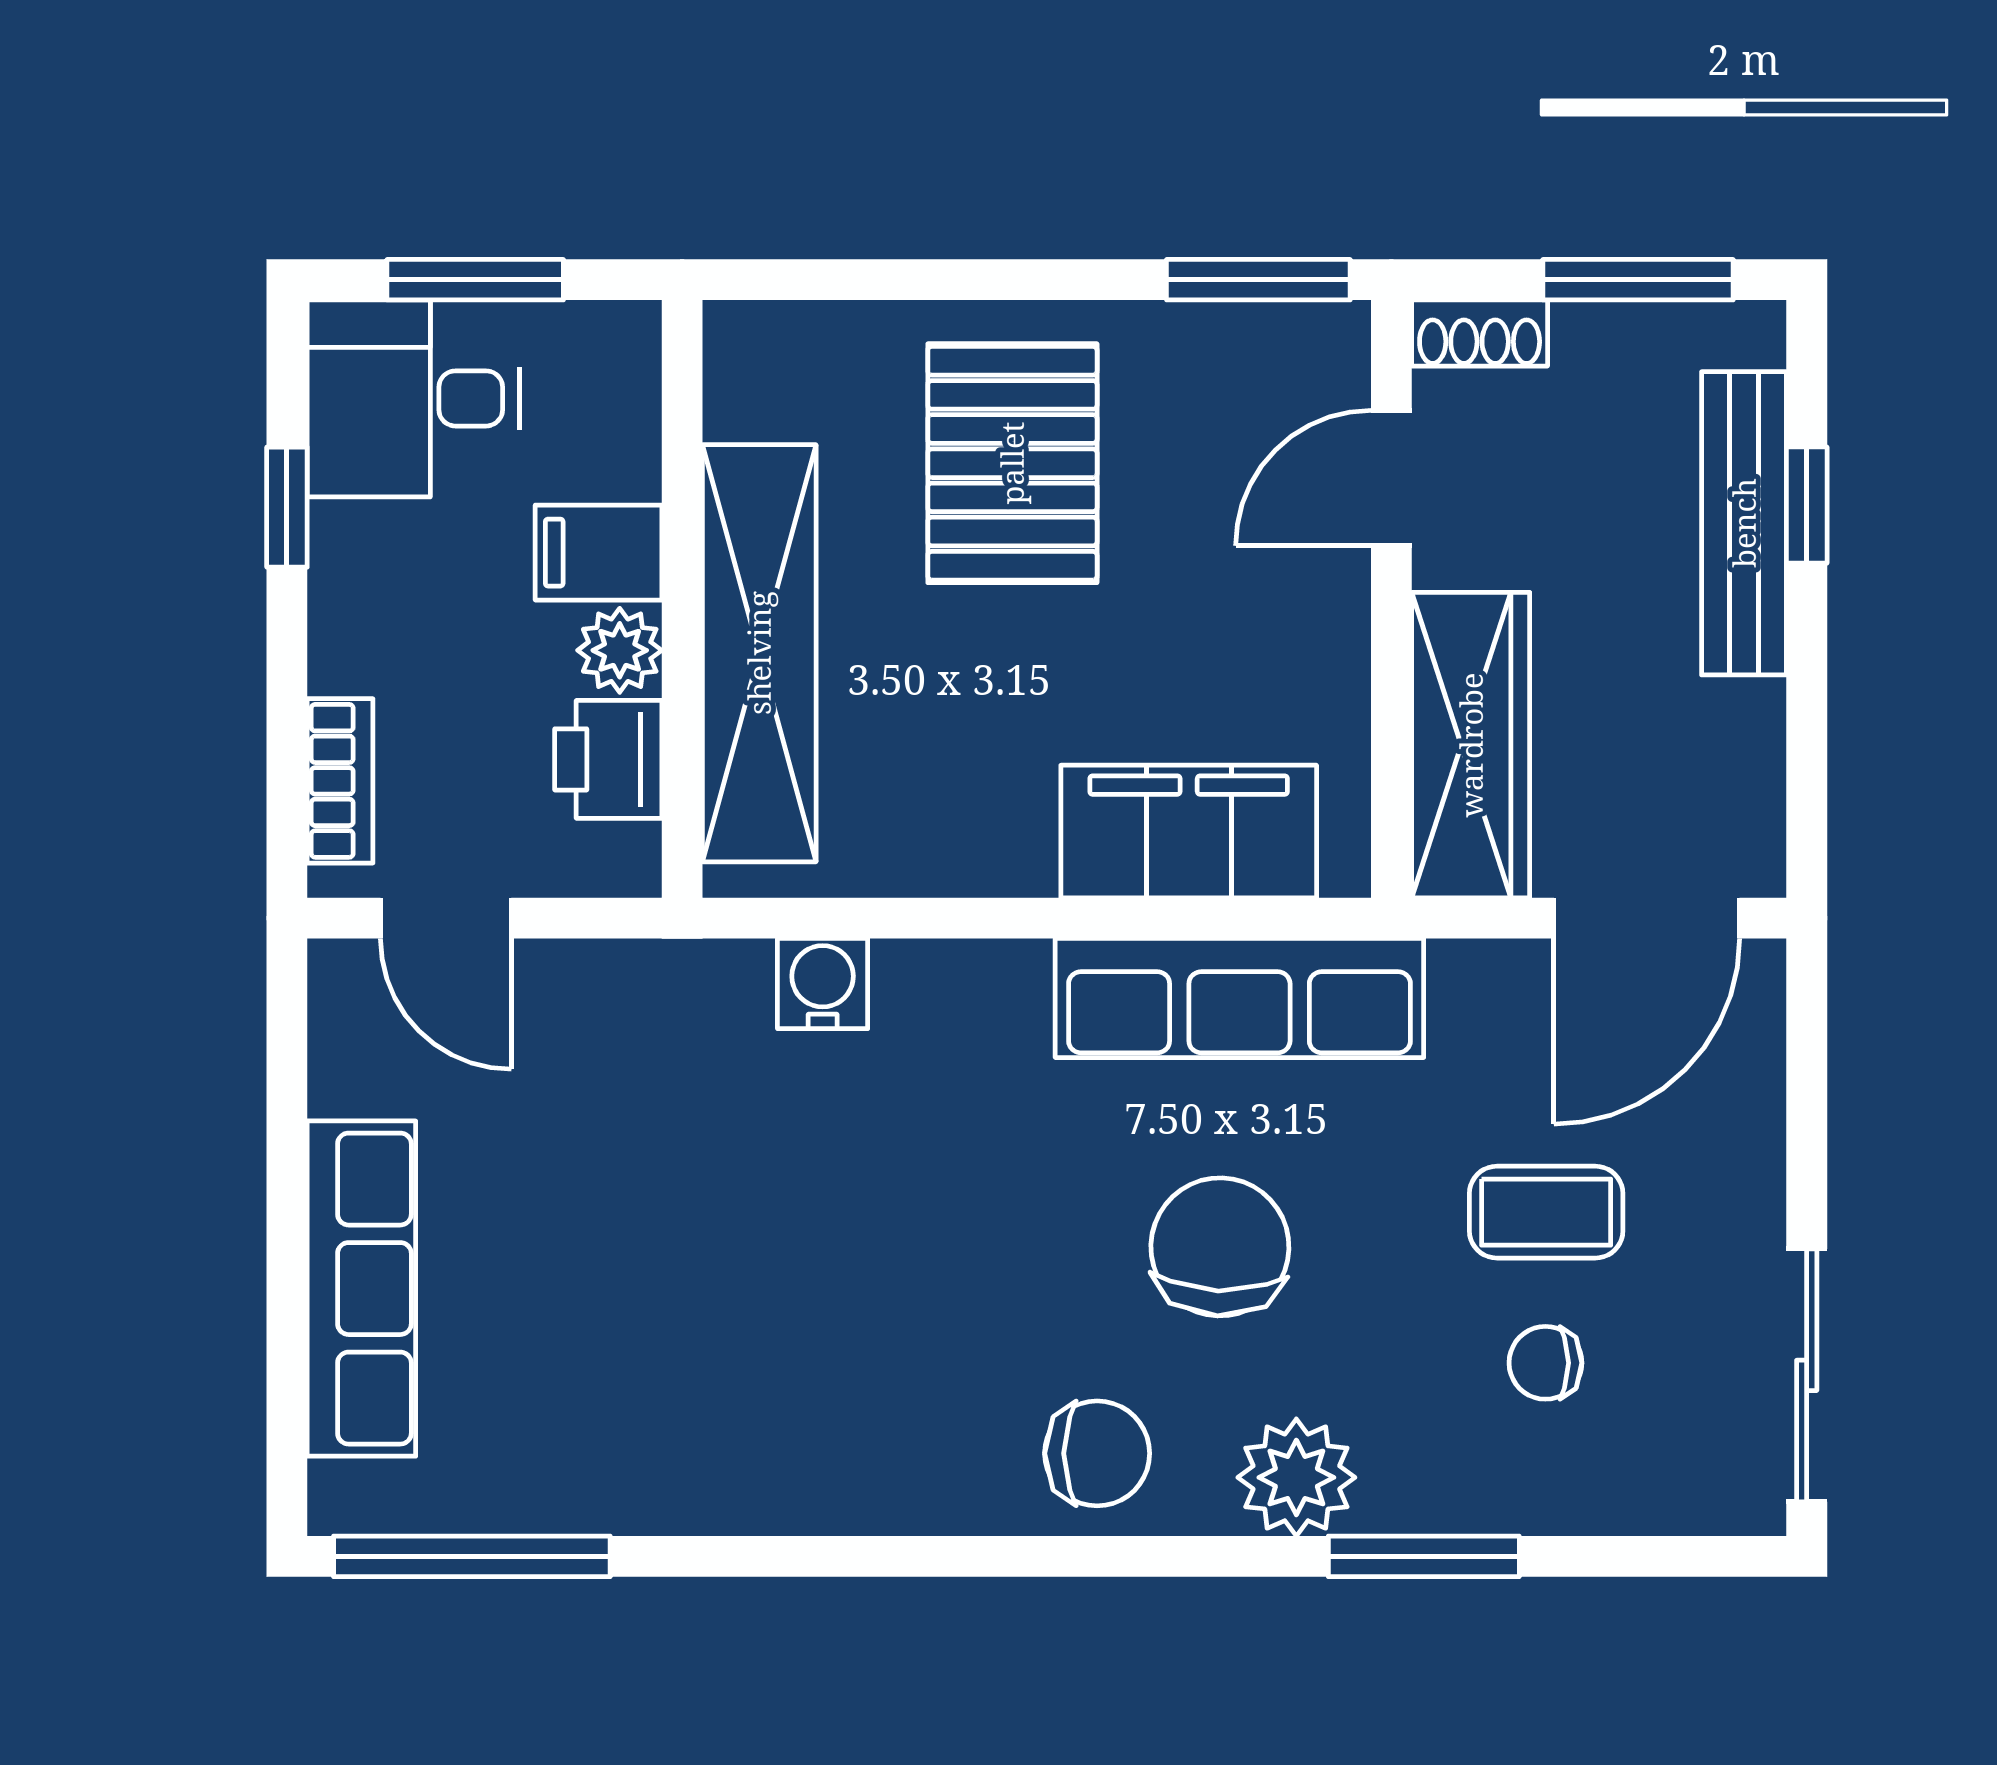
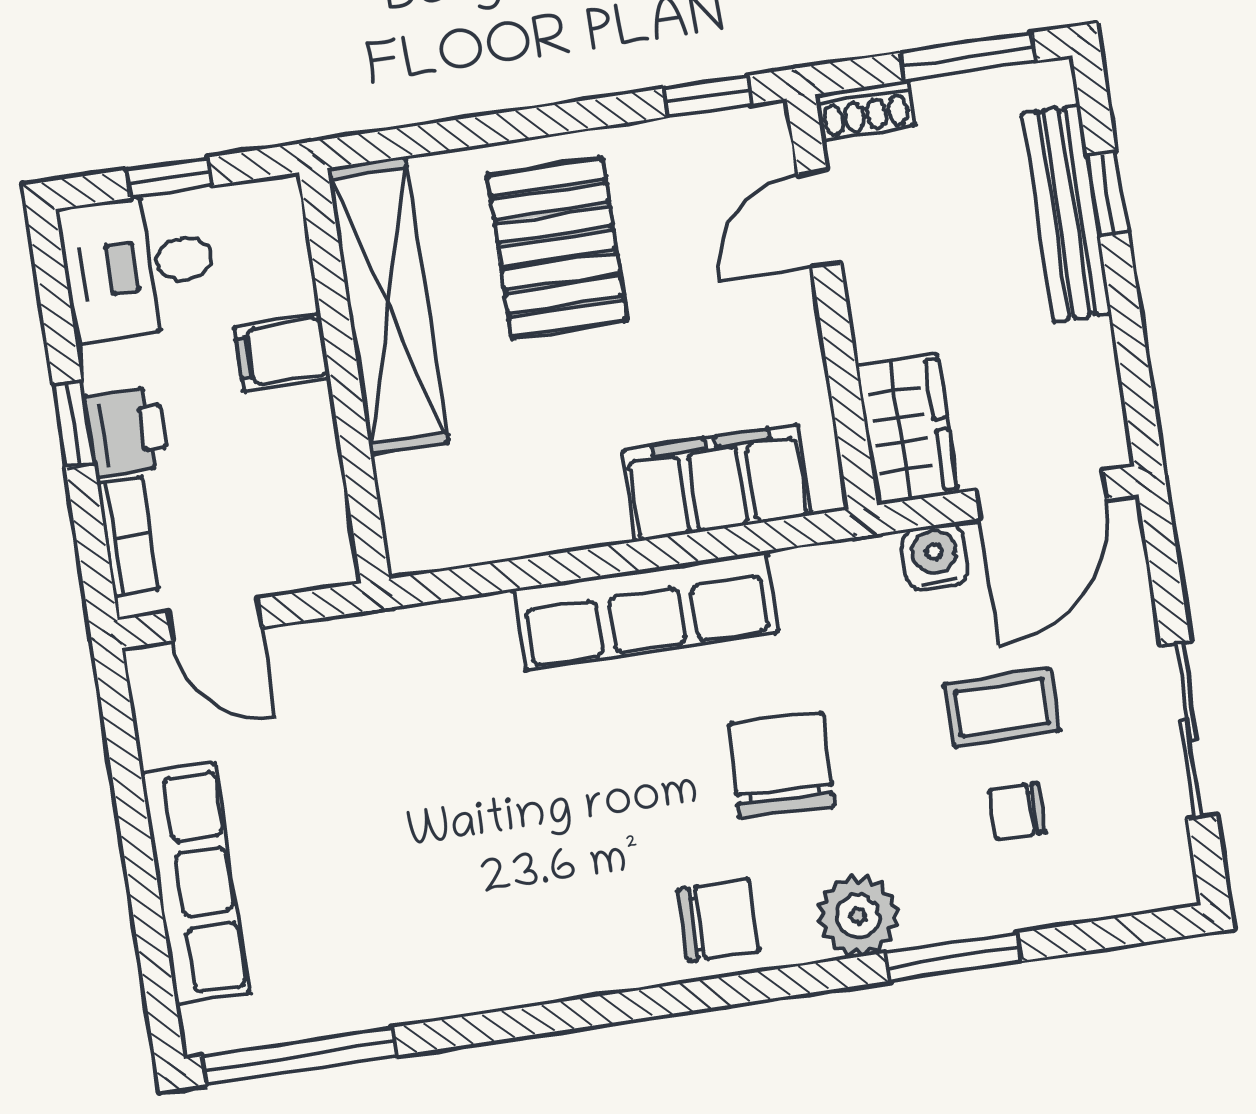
window: (475, 280) -> (169, 178), width x0.67
window: (1258, 280) -> (707, 96), width x0.67
window: (287, 507) -> (74, 424), moved
plant: (620, 650) -> (307, 417), removed
shelving: (759, 653) -> (388, 306), moved
wardrobe: (1471, 745) -> (907, 429), width x0.67
printer: (608, 759) -> (127, 432), moved, turned 180
water cooler: (823, 983) -> (935, 557), moved
row of seats: (1239, 998) -> (646, 611), moved
sliding door: (1807, 1375) -> (1189, 730), moved

